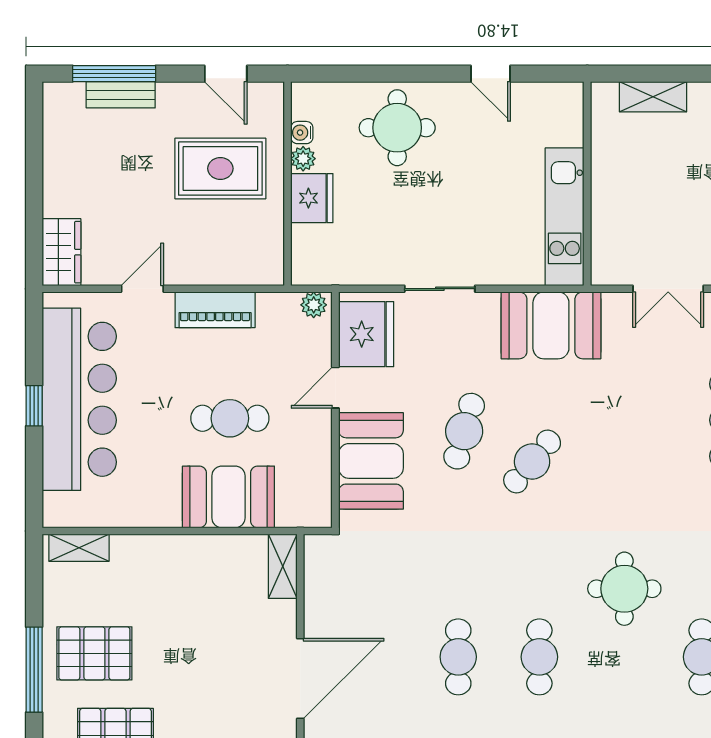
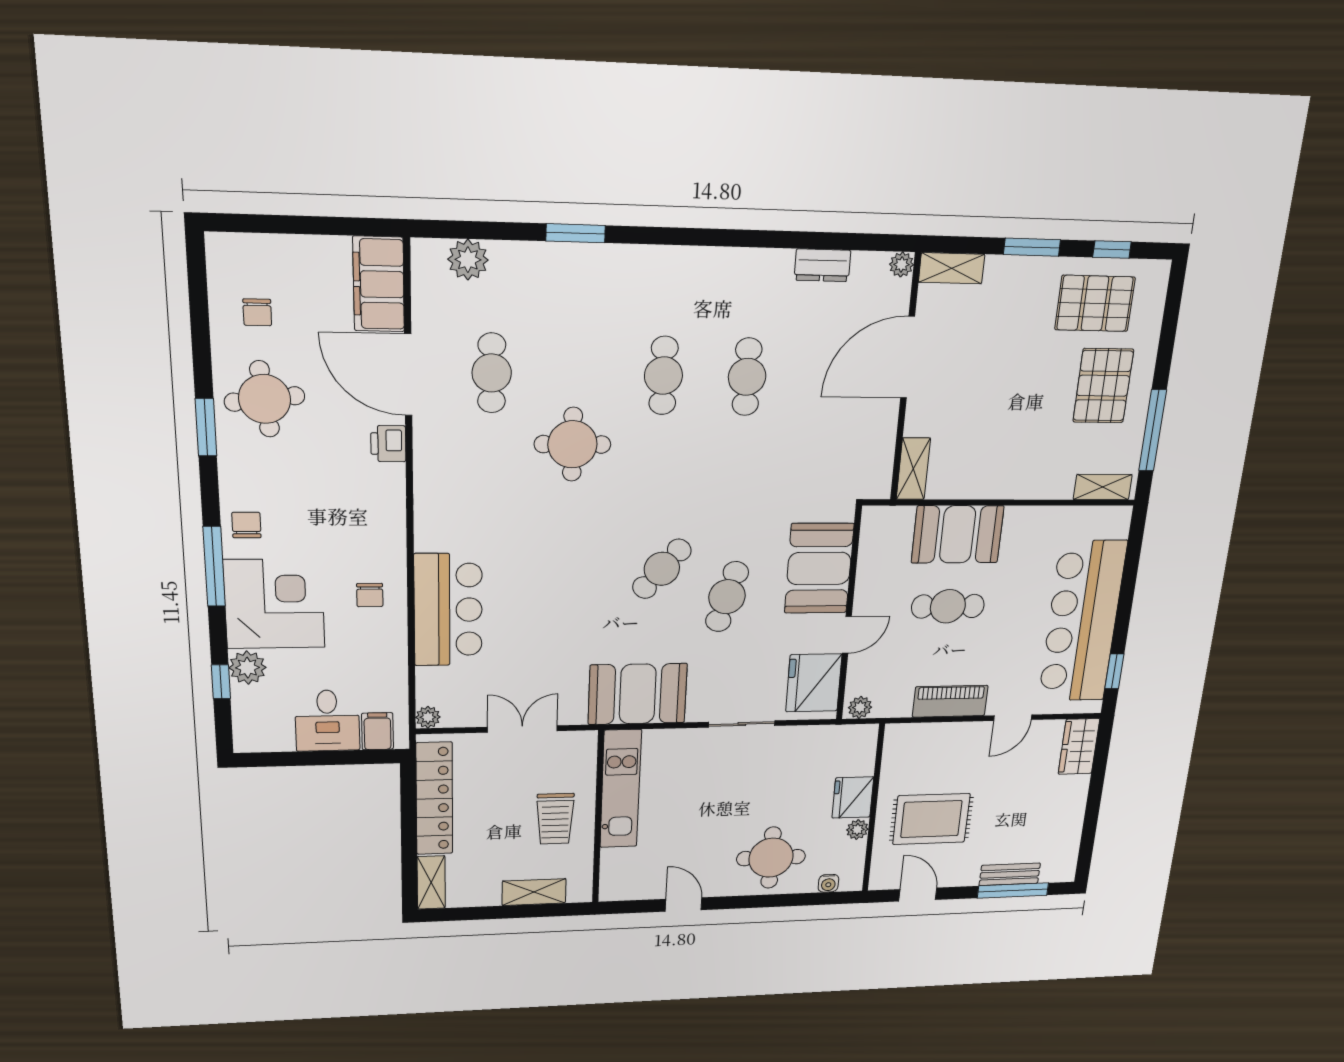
water cooler: (302, 133) -> (828, 883), moved, turned 90
trolley: (632, 184) -> (555, 819), added
window: (34, 406) -> (1114, 671), moved
pallet: (94, 653) -> (1103, 386), turned 90
window: (34, 670) -> (1153, 430), moved

